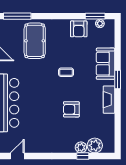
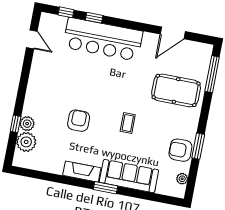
window: (95, 16) -> (198, 146), moved
sofa: (106, 64) -> (129, 176), width x1.36

